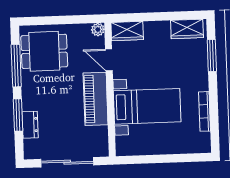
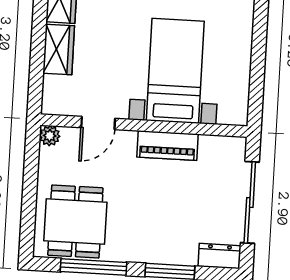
wardrobe: (127, 31) -> (59, 49), moved
piano: (96, 99) -> (167, 146), width x0.73, depth x0.75
dresser: (30, 125) -> (219, 256), moved

